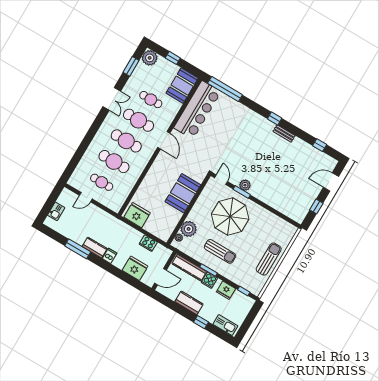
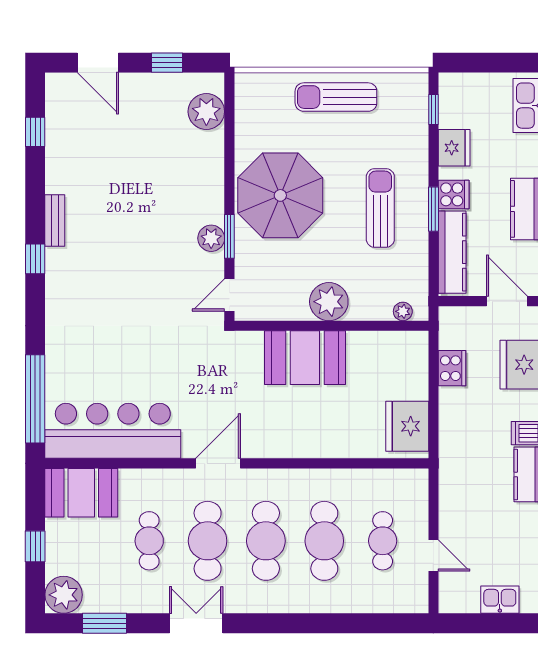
plant: (291, 210) -> (206, 112), added
parasol: (230, 216) -> (280, 195), moved
plant: (189, 229) -> (329, 302), moved

